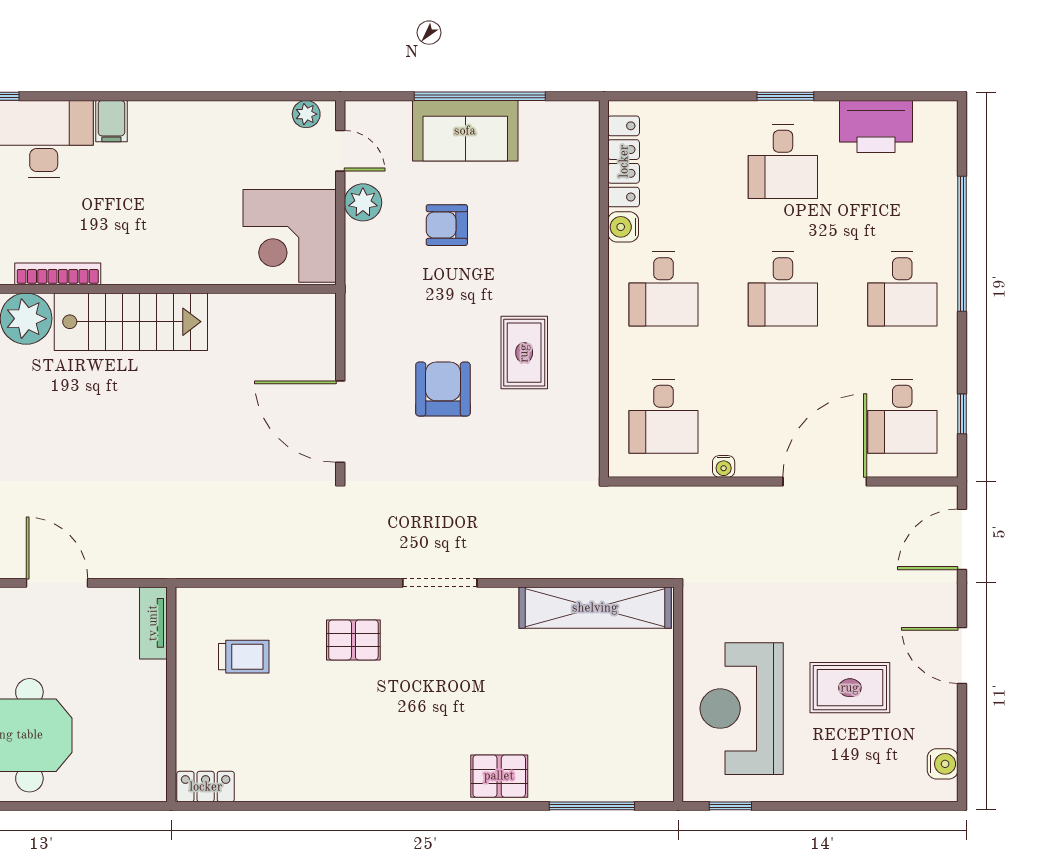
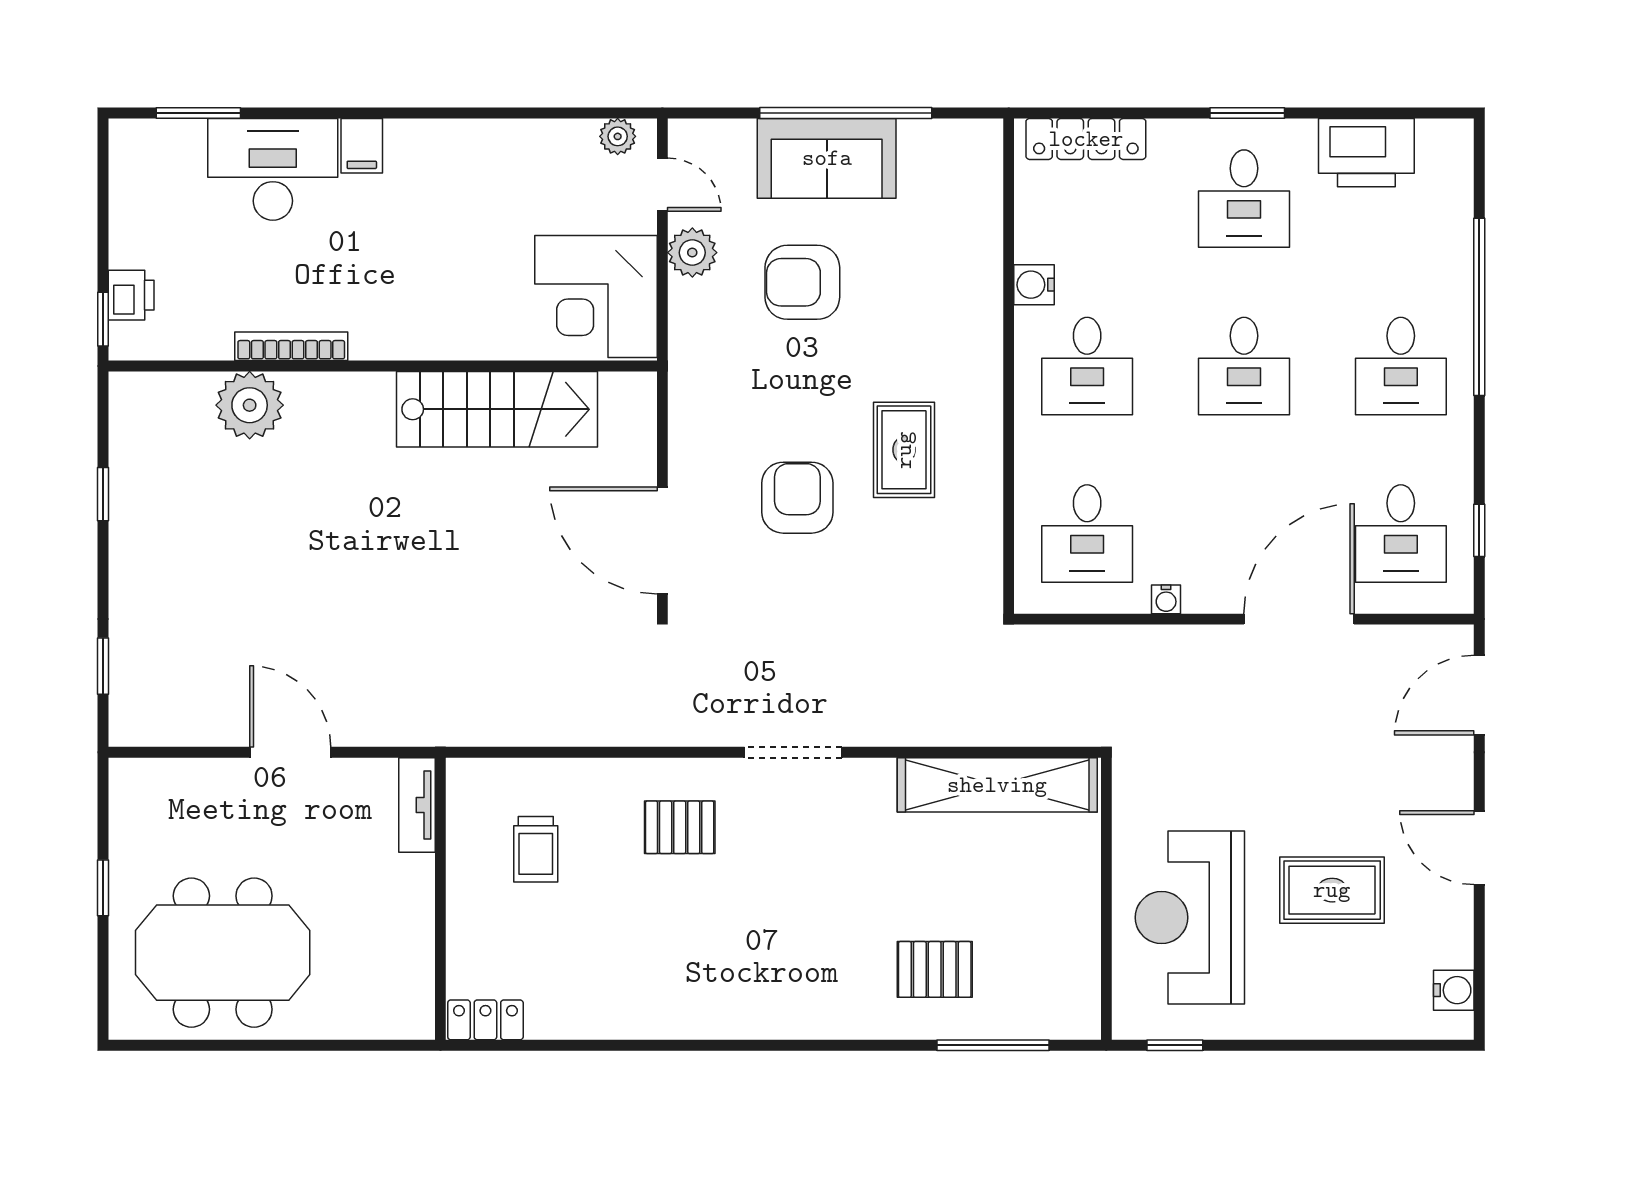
locker: (624, 161) -> (1086, 139), moved, turned 90
armchair: (447, 225) -> (802, 282), width x1.38, depth x1.38
stairs: (131, 322) -> (497, 409), moved
trolley: (244, 657) -> (536, 849), turned 90
pallet: (499, 776) -> (935, 969), moved

